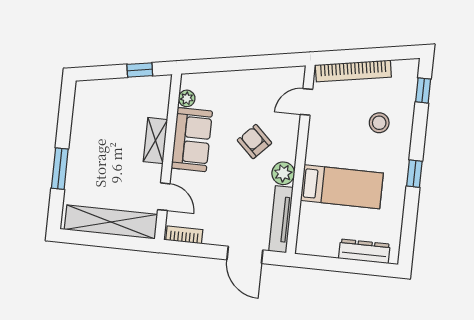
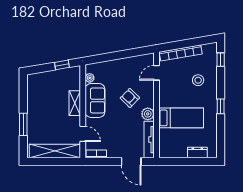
dresser: (364, 251) -> (197, 152), width x0.70

